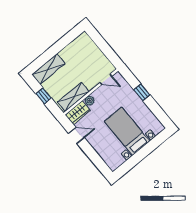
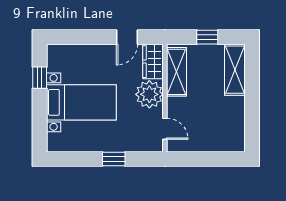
door: (106, 79) -> (165, 129), swing flipped
plant: (90, 101) -> (149, 94), width x1.87, depth x1.87
window: (132, 162) -> (40, 78), added

